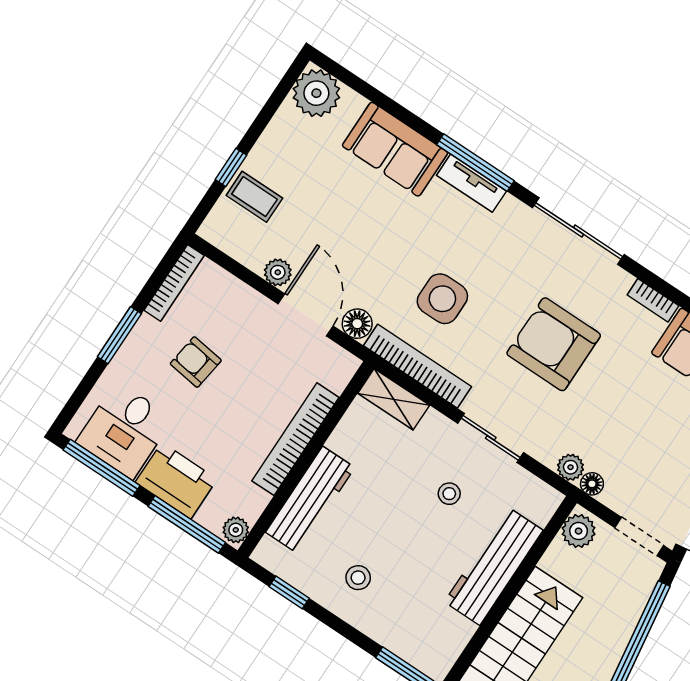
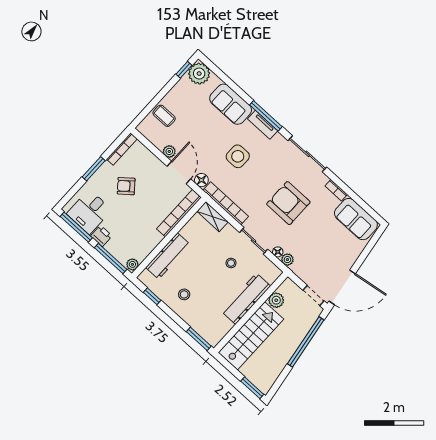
window: (231, 167) -> (184, 70), moved
side table: (442, 299) -> (238, 156), moved
armchair: (196, 362) -> (126, 186), turned -47
bookcase: (295, 439) -> (179, 213), moved
printer: (176, 481) -> (101, 236), width x0.53, depth x0.68
floor lamp: (592, 484) -> (278, 252), moved
plant: (579, 531) -> (276, 300), moved

